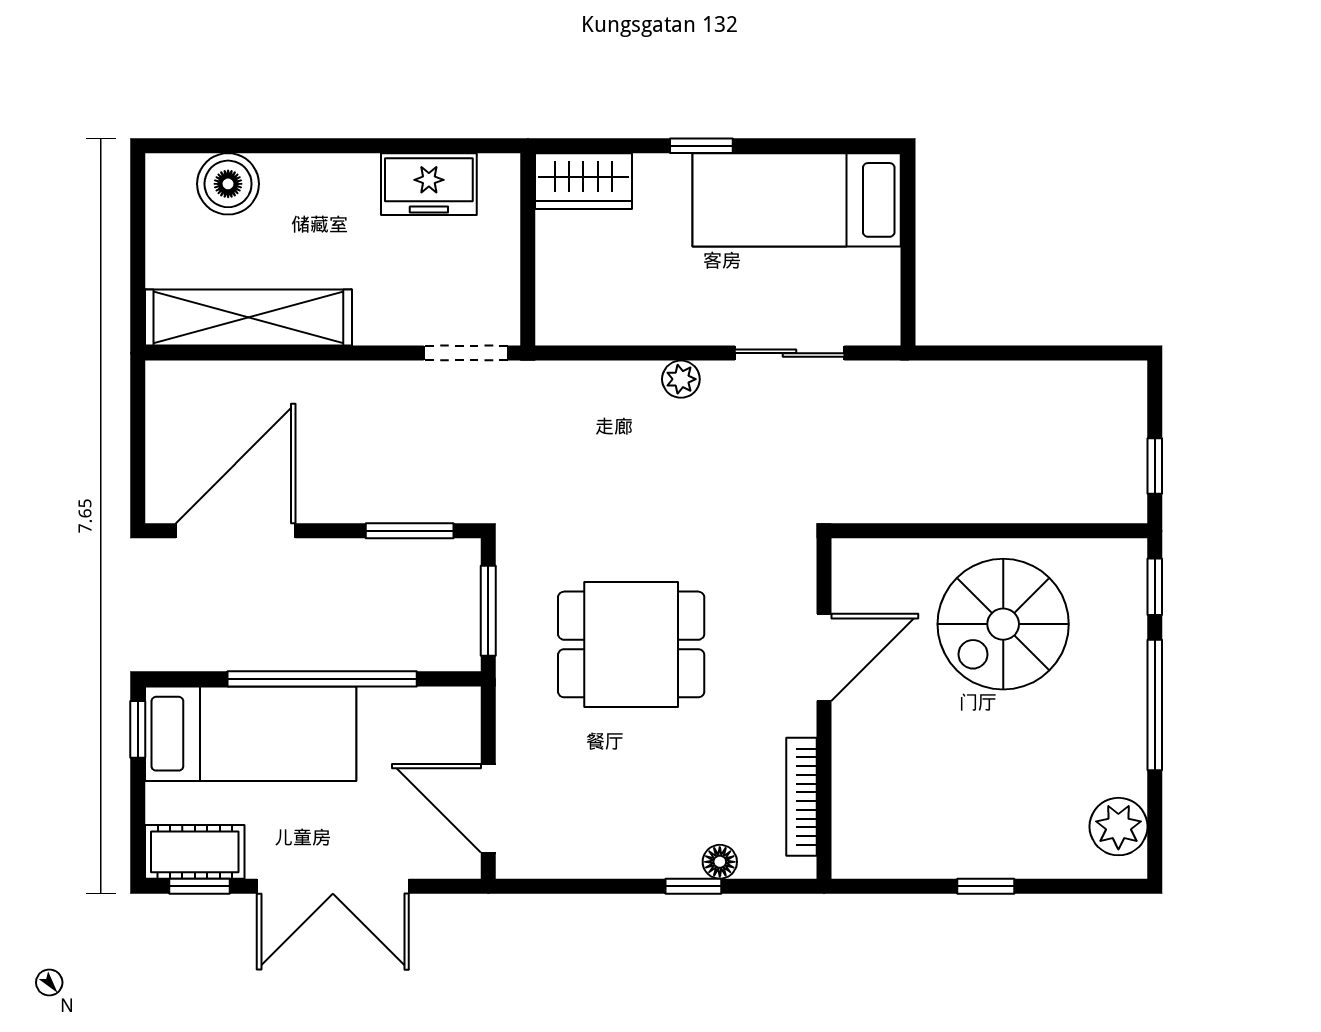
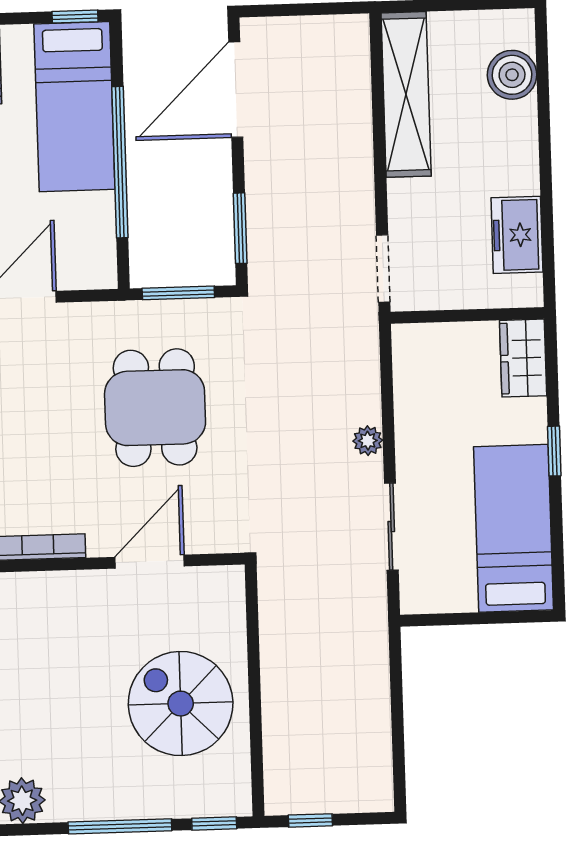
door: (236, 531) -> (236, 90), swing flipped
door: (824, 657) -> (150, 562), swing flipped

